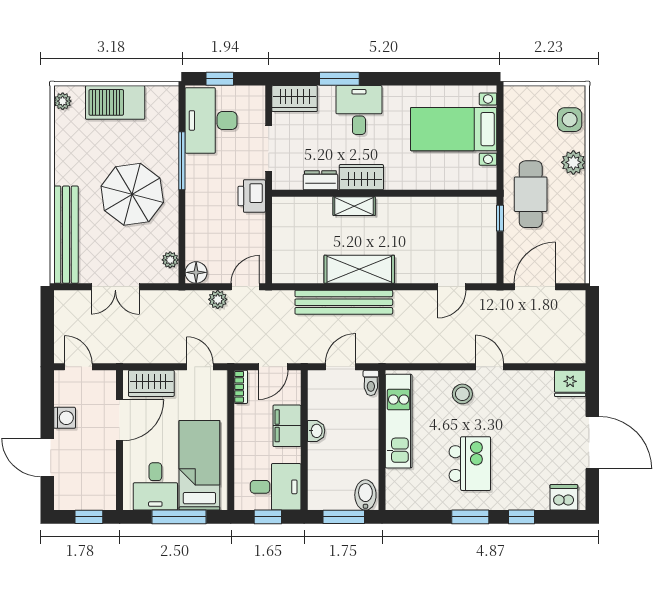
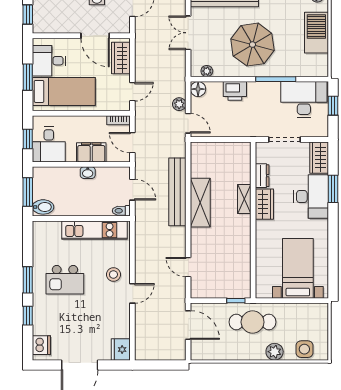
desk: (359, 110) -> (311, 197), width x1.37
printer: (252, 196) -> (235, 91), moved, turned 180
window: (179, 517) -> (28, 77), width x0.69

